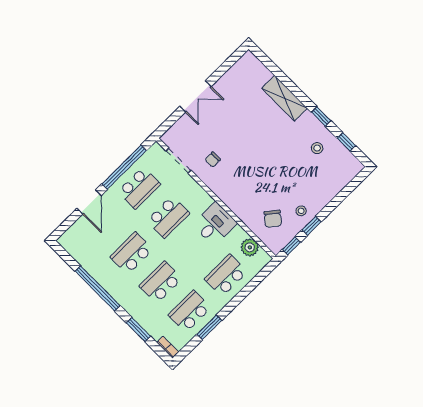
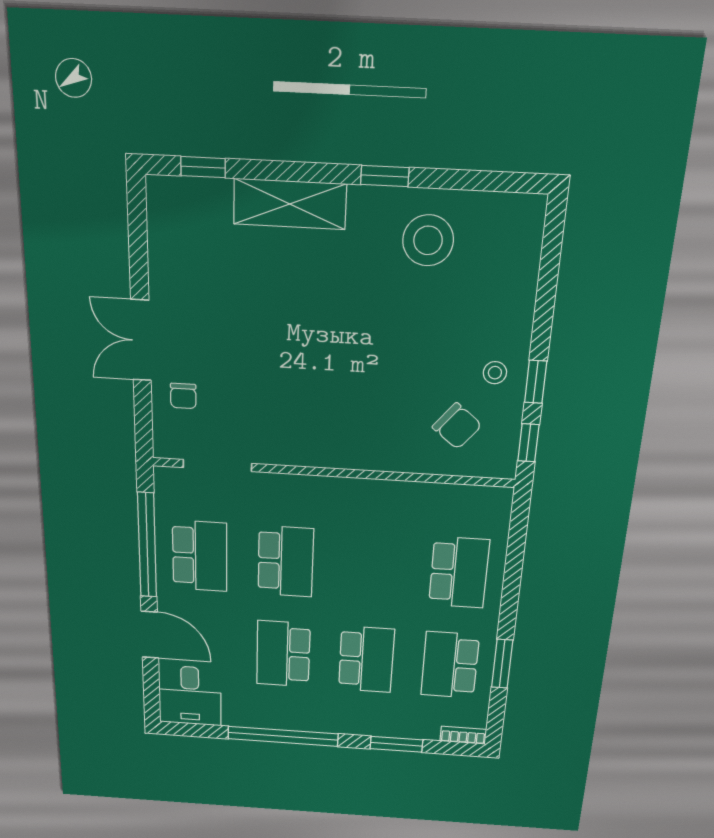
double door: (195, 96) -> (141, 340), swing flipped
window: (346, 142) -> (203, 167), moved
stool: (317, 148) -> (428, 240), width x1.89, depth x1.89
chair: (213, 160) -> (183, 396), moved
desk: (215, 224) -> (190, 696), moved, turned 180
plant: (250, 247) -> (459, 501), removed
school desk: (226, 275) -> (459, 572), turned 180
school desk: (161, 282) -> (366, 659), turned 180

